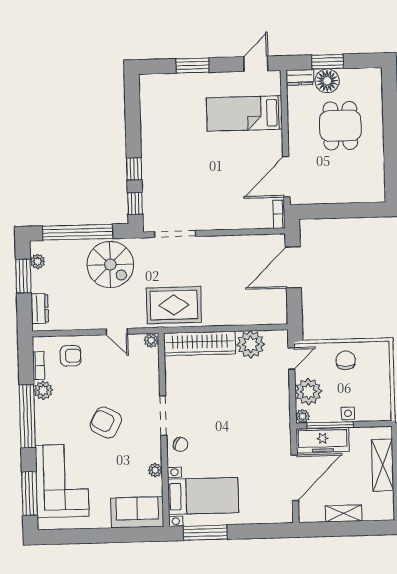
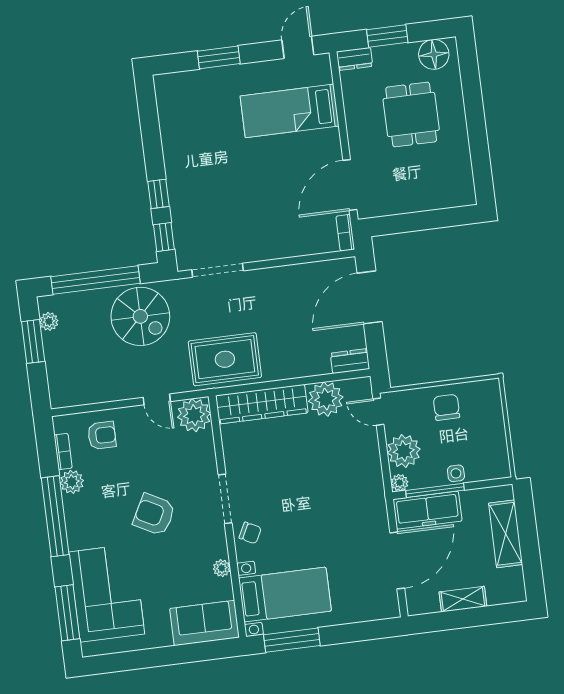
floor lamp: (327, 81) -> (434, 54), moved
dresser: (40, 309) -> (350, 361), moved, turned -90
plant: (151, 340) -> (194, 415), width x1.87, depth x1.87
door: (291, 358) -> (378, 412), swing flipped

